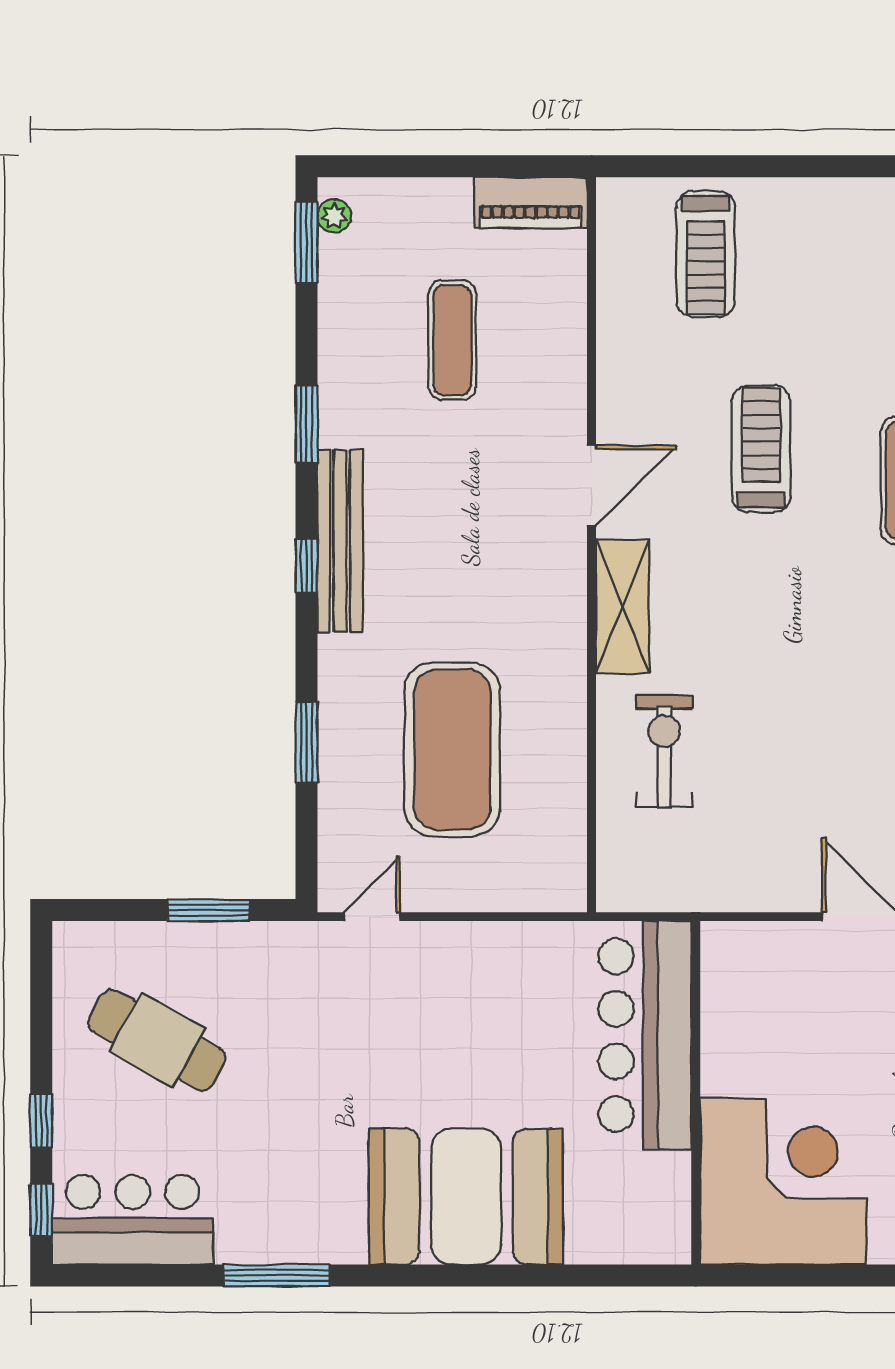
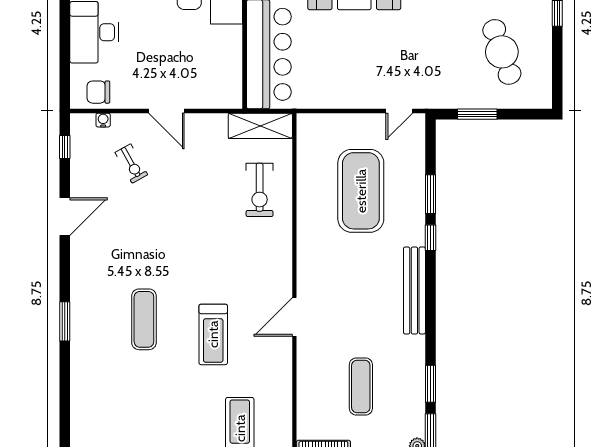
window: (307, 424) -> (430, 384), moved
window: (307, 566) -> (430, 238), moved
shelving: (623, 606) -> (260, 126), moved, turned 90
cafe table: (157, 1040) -> (502, 52), turned 42

